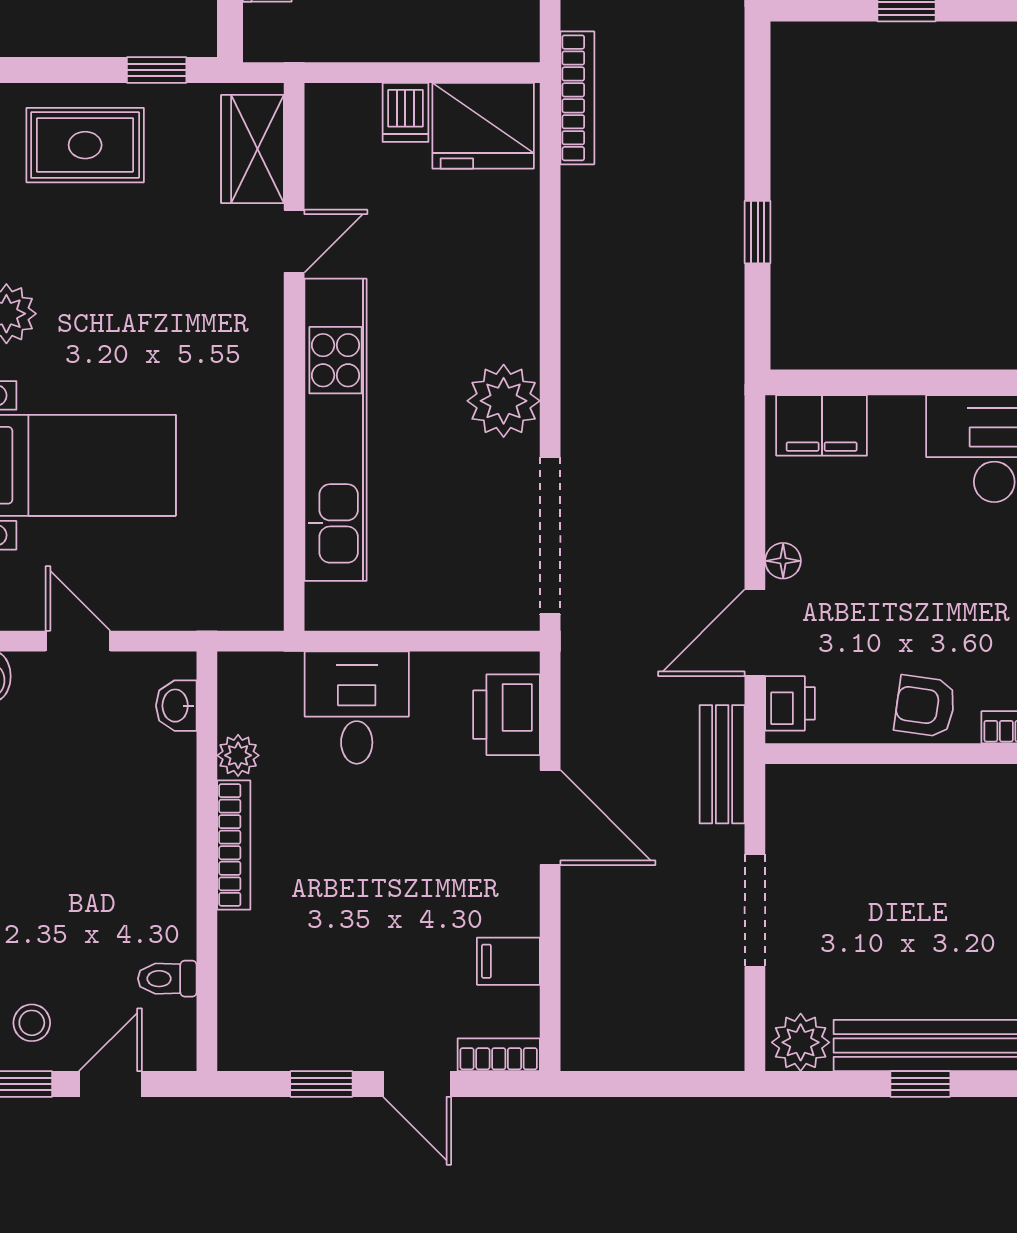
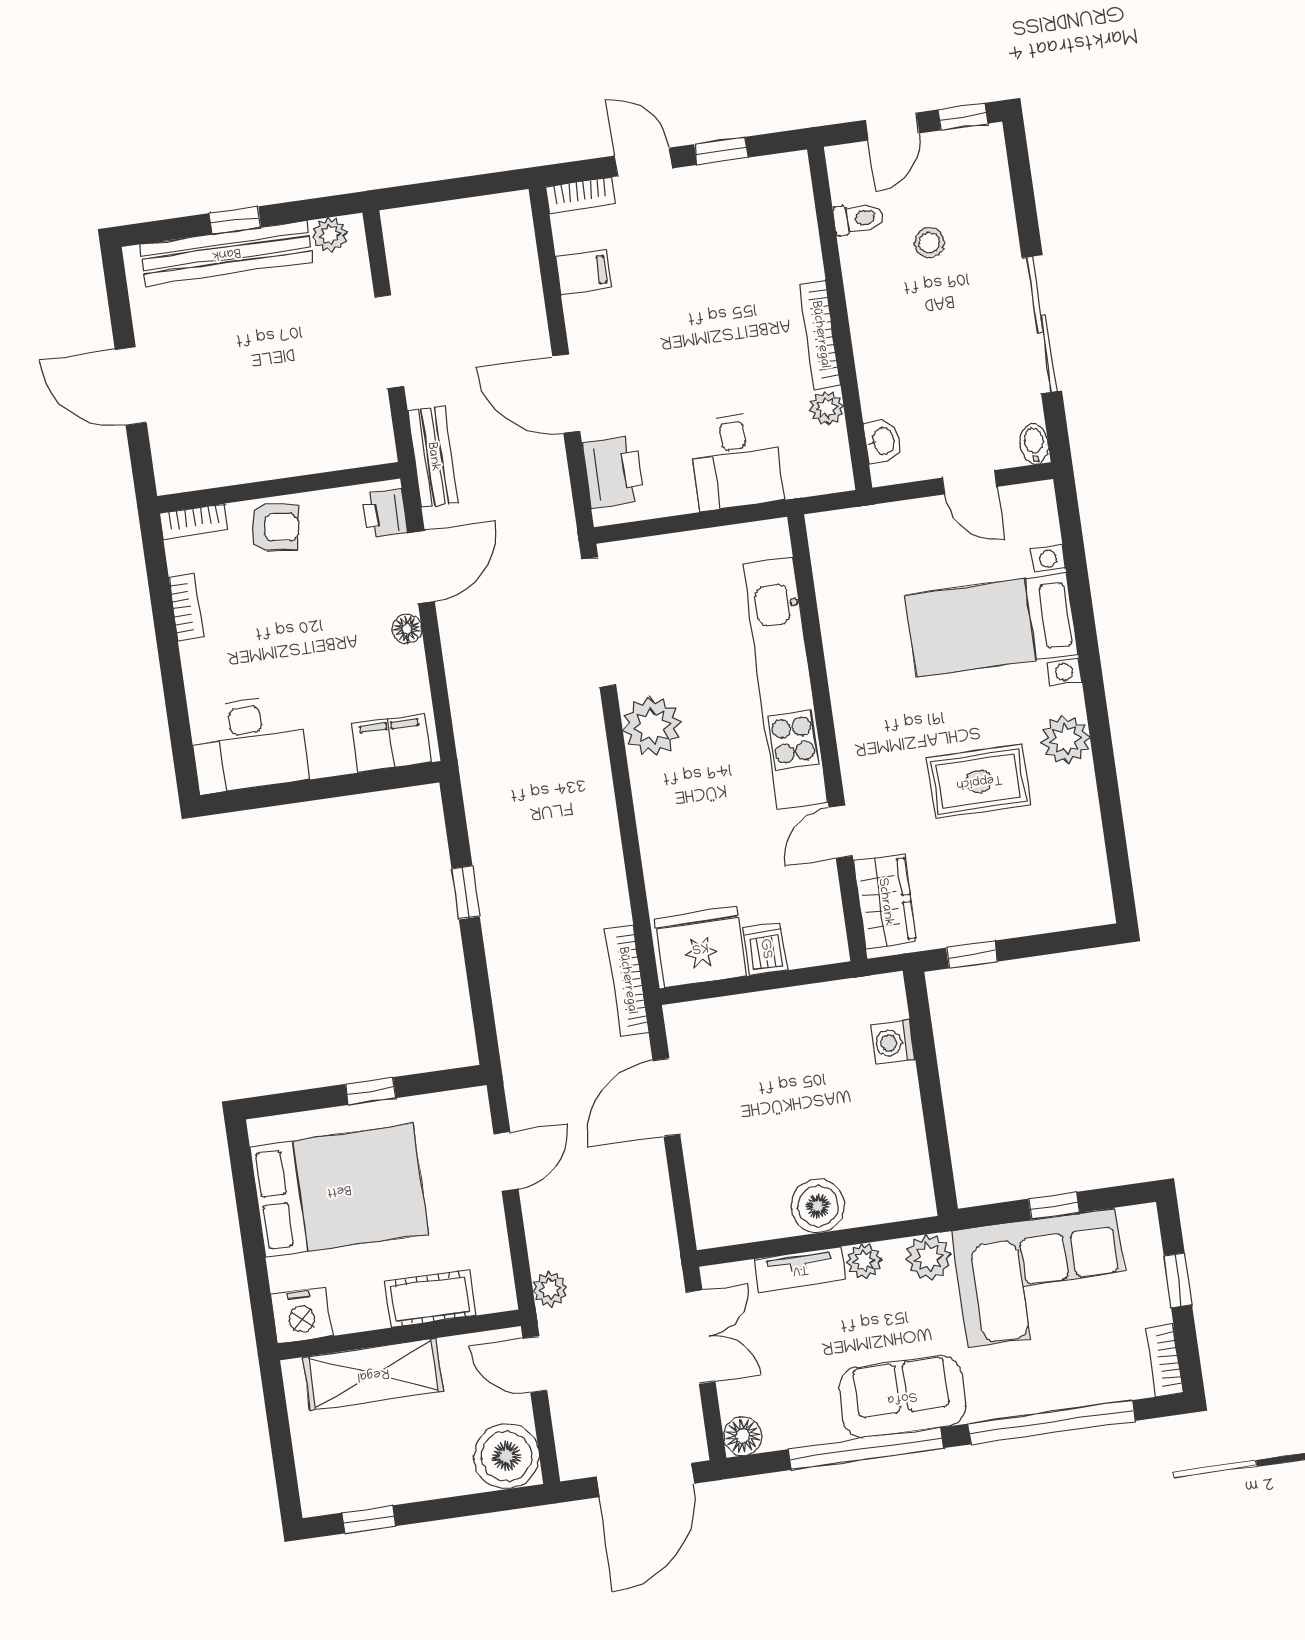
rug: (85, 145) -> (979, 781), moved
stool: (32, 1023) -> (929, 243), moved
plant: (801, 1042) -> (330, 235), width x0.73, depth x0.73

